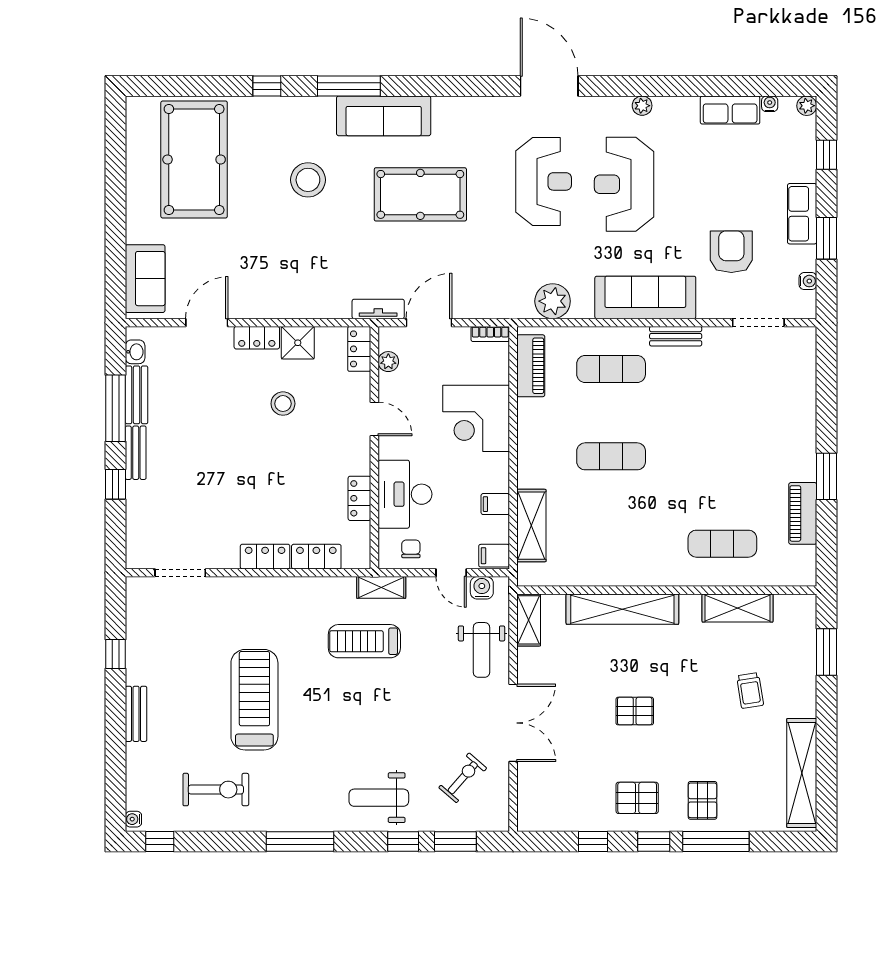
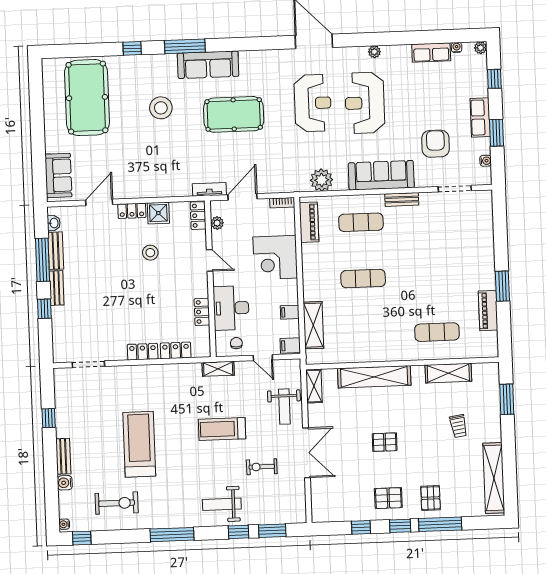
water cooler: (482, 588) -> (65, 483), moved, turned -90
treadmill: (364, 641) -> (222, 429), moved
exercise bike: (463, 778) -> (262, 467), moved, turned -131

